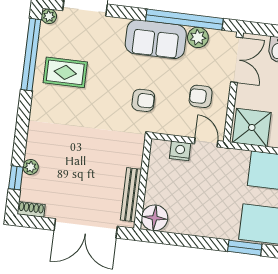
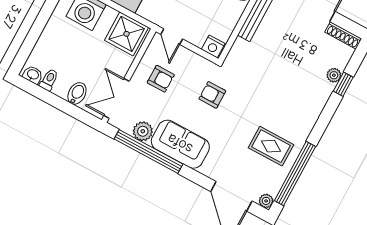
nightstand: (180, 151) -> (213, 46), moved
window: (16, 178) -> (343, 84), moved
shoe rack: (31, 209) -> (343, 35), width x1.43

